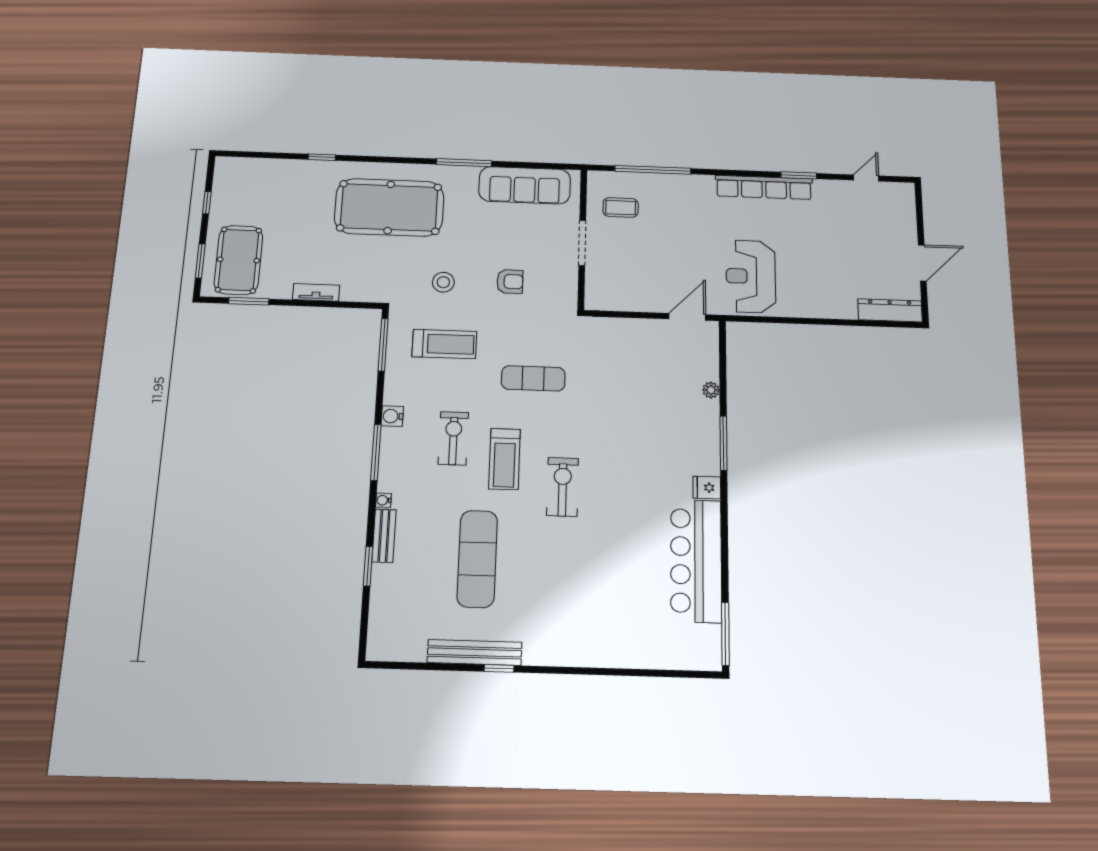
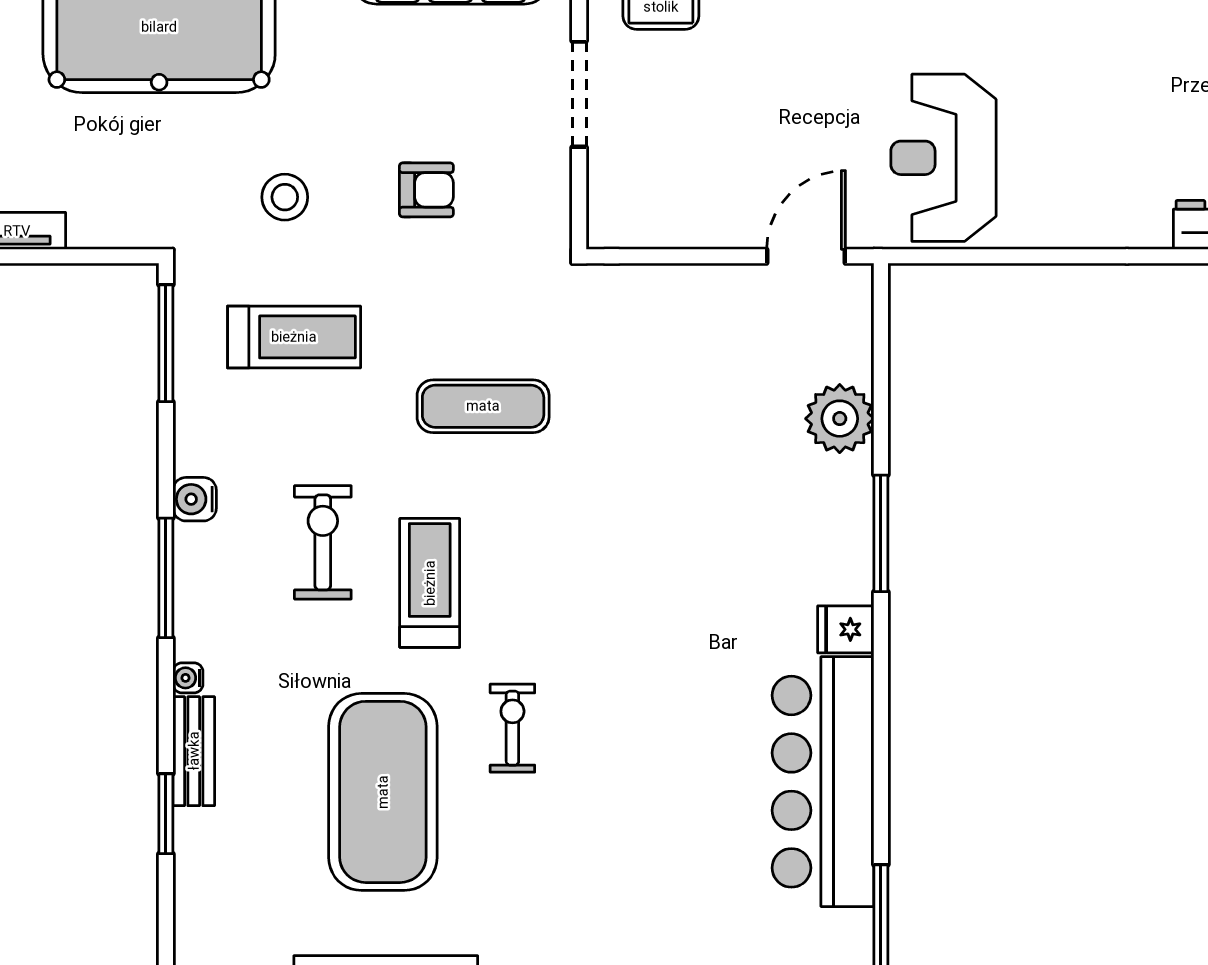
plant: (711, 390) -> (840, 419), width x1.88, depth x1.88
treadmill: (505, 459) -> (430, 583), turned 180
exercise bike: (563, 487) -> (512, 728), moved, width x0.73, depth x0.72
exercise mat: (477, 559) -> (383, 792), width x1.47

